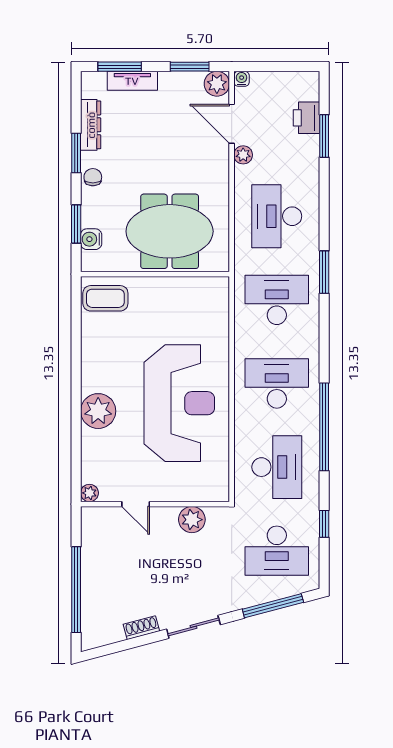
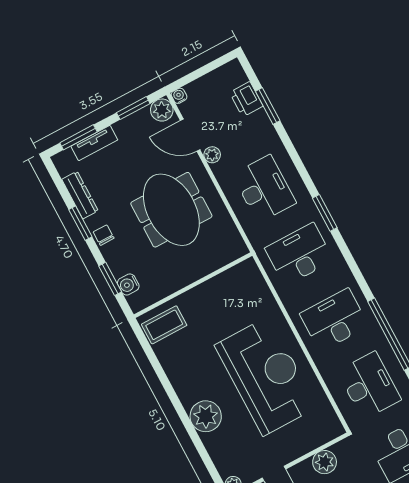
desk: (277, 216) -> (264, 189), turned 180
meeting table: (170, 231) -> (171, 210), moved, turned 90

